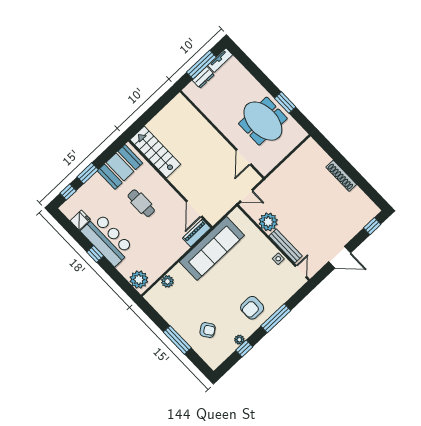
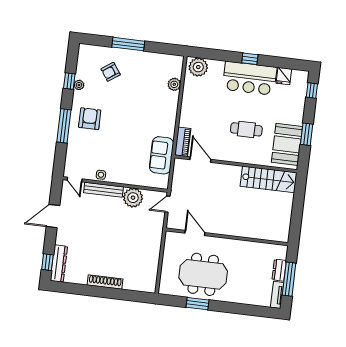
window: (88, 173) -> (307, 134), moved
dresser: (364, 218) -> (59, 263), added
sofa: (212, 248) -> (161, 155), width x0.54, depth x0.79

